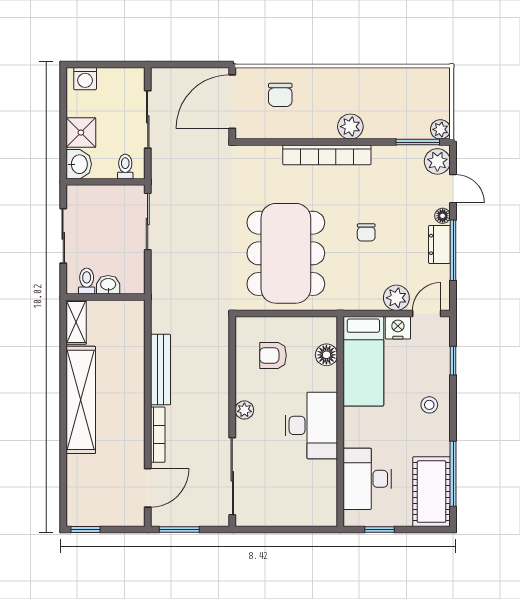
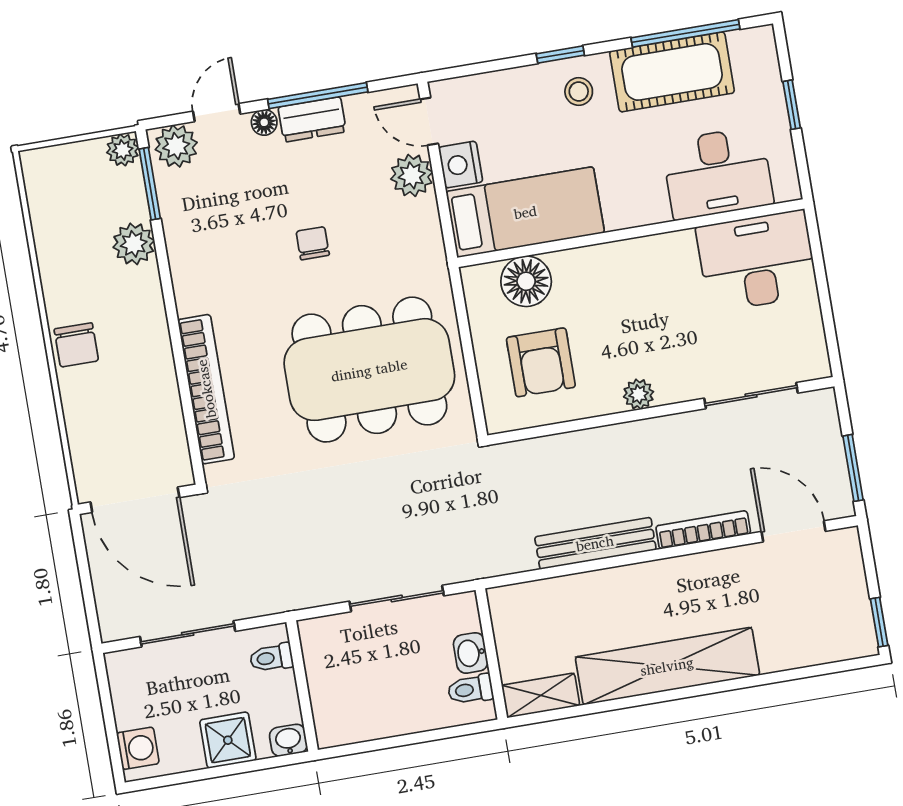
chair: (280, 95) -> (76, 345), moved, turned 90
plant: (350, 127) -> (134, 244), moved
bookcase: (327, 155) -> (206, 389), moved
washbasin: (79, 164) -> (288, 740), width x0.72, depth x0.69
sliding door: (148, 221) -> (397, 598), moved
chair: (366, 232) -> (313, 243), turned -90
sliding door: (63, 236) -> (403, 740), removed
armchair: (273, 355) -> (541, 362), width x1.38, depth x1.38
floor lamp: (326, 355) -> (526, 281), width x1.38, depth x1.38
window: (453, 361) -> (560, 55), moved
desk: (311, 425) -> (757, 261), moved
sliding door: (232, 476) -> (751, 396), width x0.73
cot: (432, 492) -> (672, 72), moved
window: (379, 529) -> (792, 105), moved

